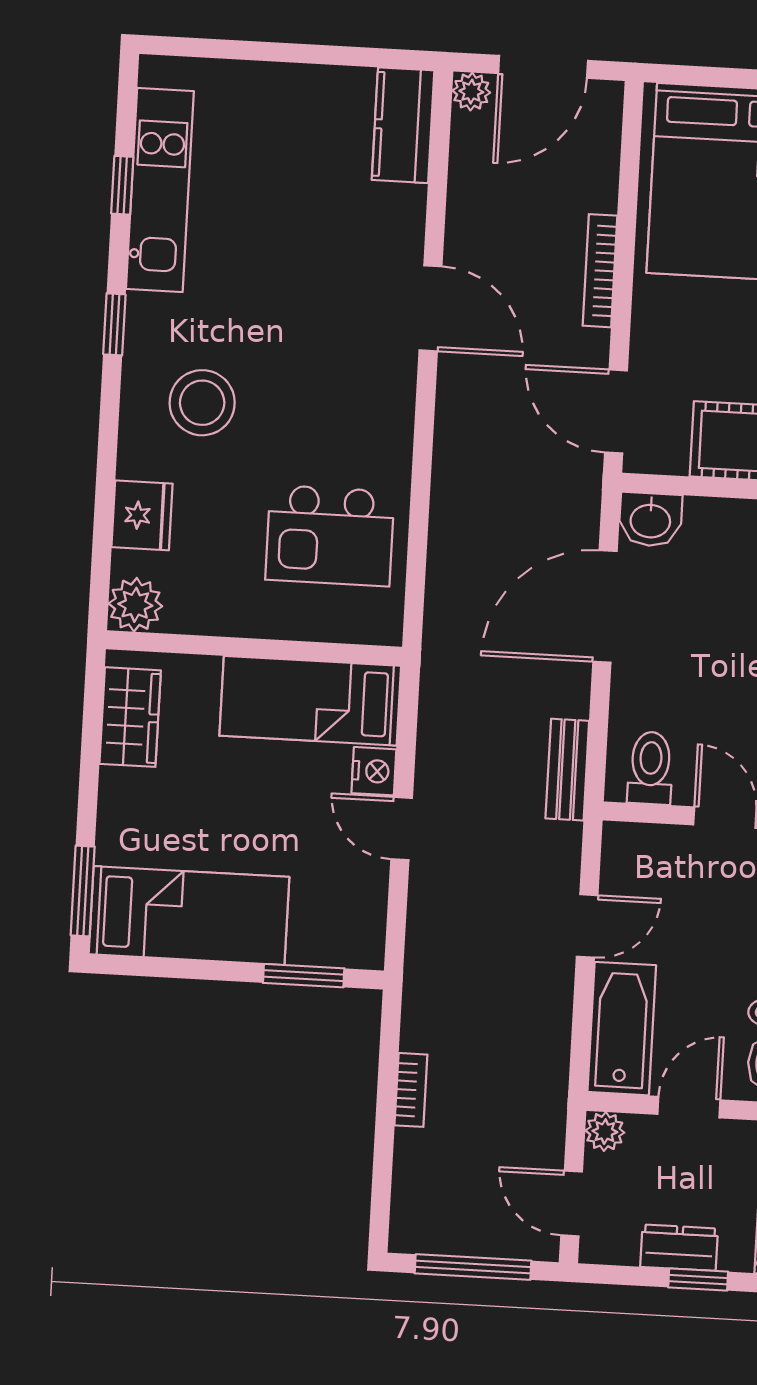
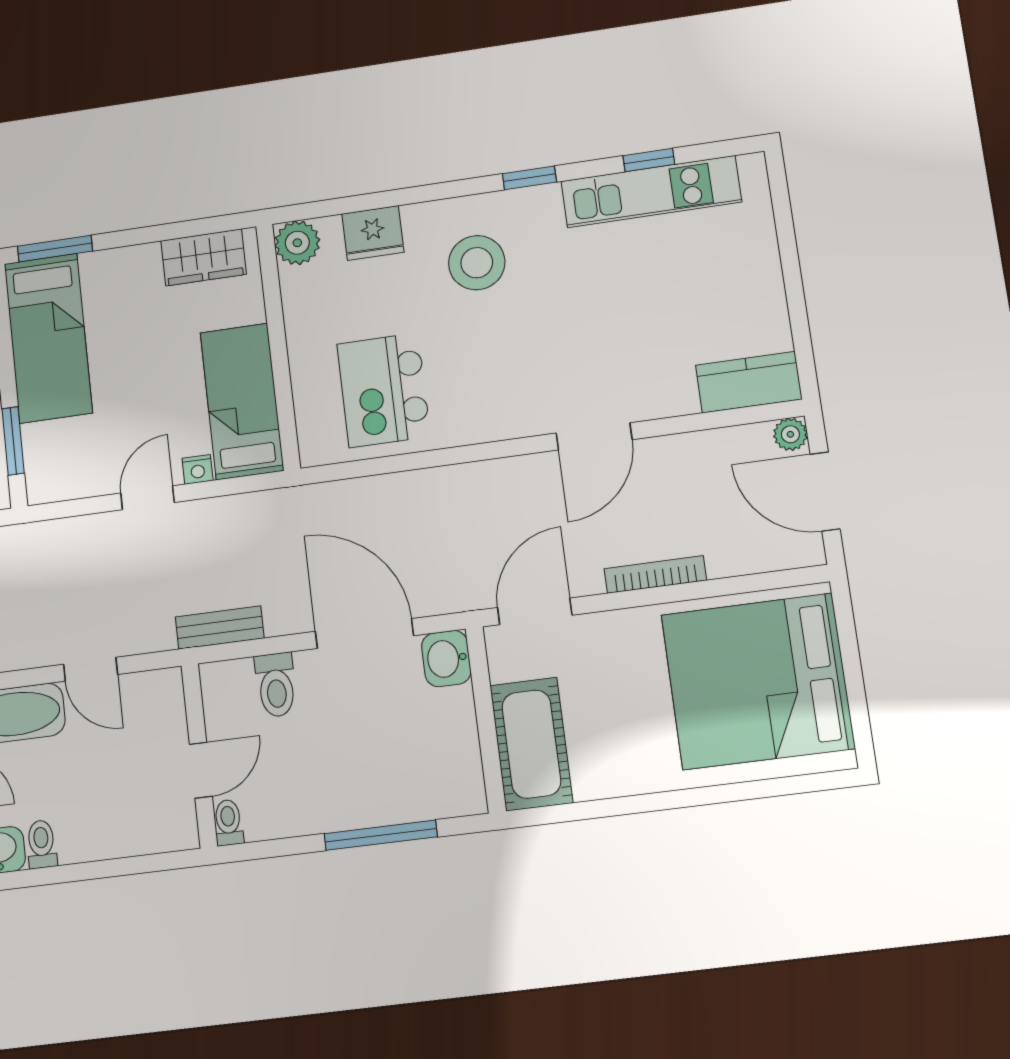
toilet: (650, 768) -> (276, 685), moved, turned 90
nightstand: (374, 771) -> (198, 469), width x0.72, depth x0.74

